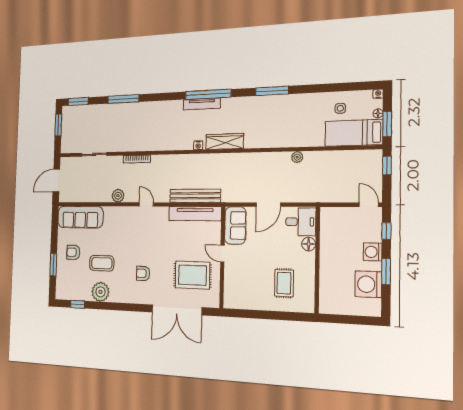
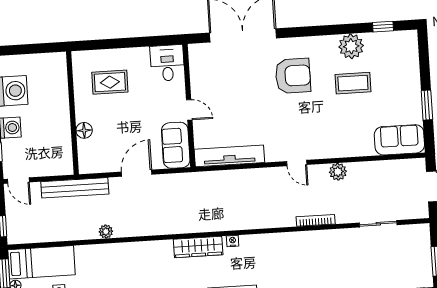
bench: (195, 196) -> (75, 188), moved
sofa: (80, 217) -> (399, 140), width x0.73
desk: (301, 222) -> (167, 63), moved, turned 90
armchair: (73, 252) -> (396, 94), removed
window: (53, 265) -> (427, 105), moved
armchair: (143, 273) -> (293, 76), width x1.88, depth x1.88
rug: (192, 275) -> (226, 80), removed
rug: (284, 283) -> (110, 82), turned 90

